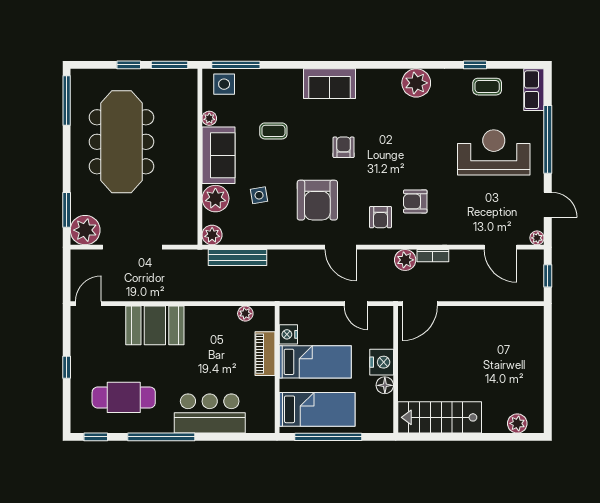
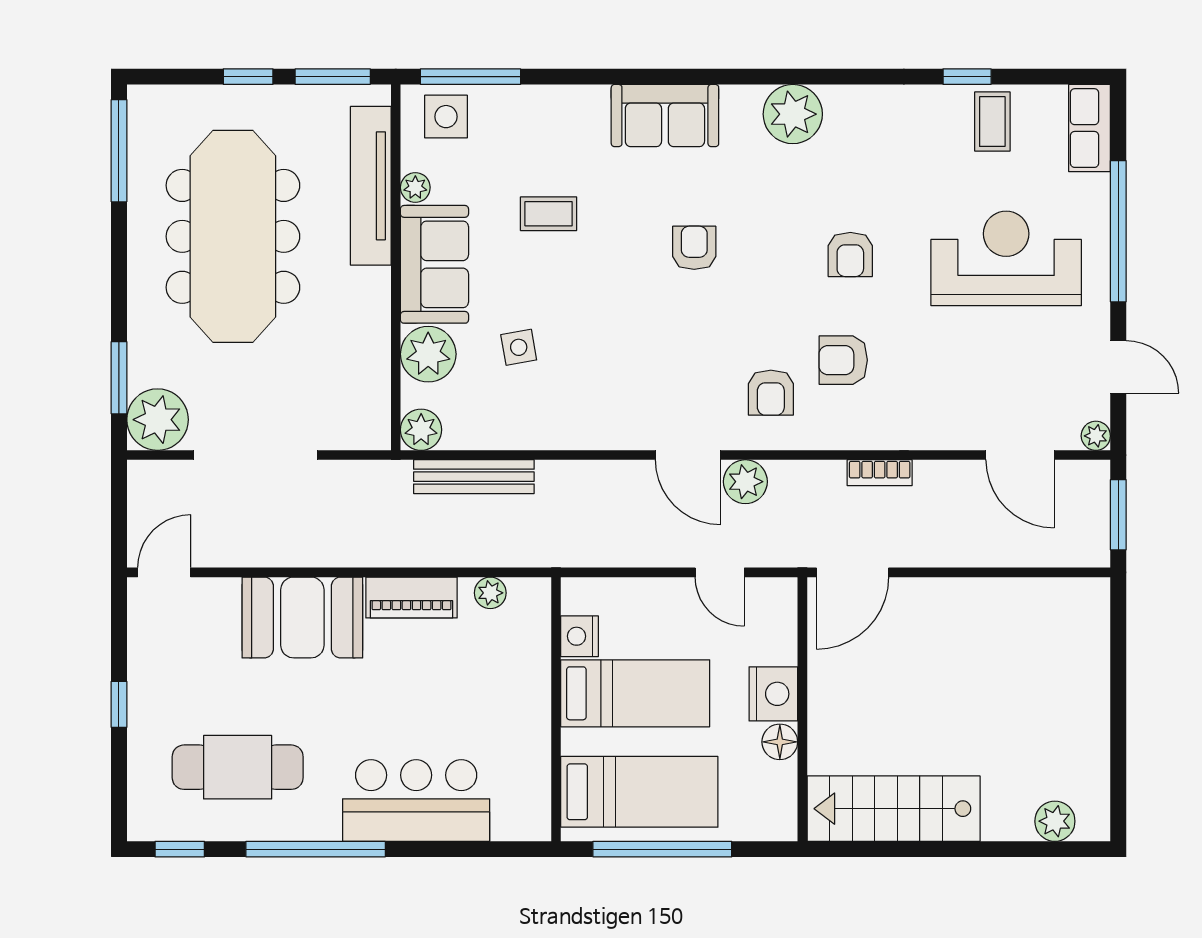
plant: (416, 83) -> (793, 114), moved
coffee table: (487, 87) -> (992, 122), turned 90
tv unit: (188, 117) -> (371, 186), added
armchair: (317, 200) -> (850, 254), moved, width x0.53, depth x0.53
plant: (405, 260) -> (745, 482), moved
window: (548, 276) -> (1118, 515), width x1.50
piano: (265, 354) -> (411, 597), moved, turned -90

